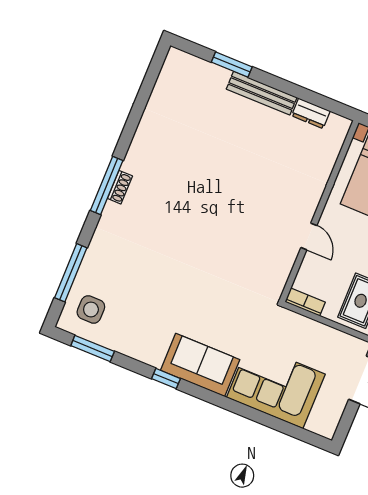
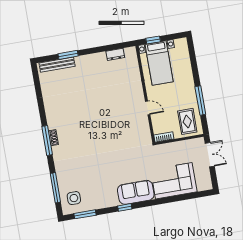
bench: (262, 93) -> (57, 65), moved

